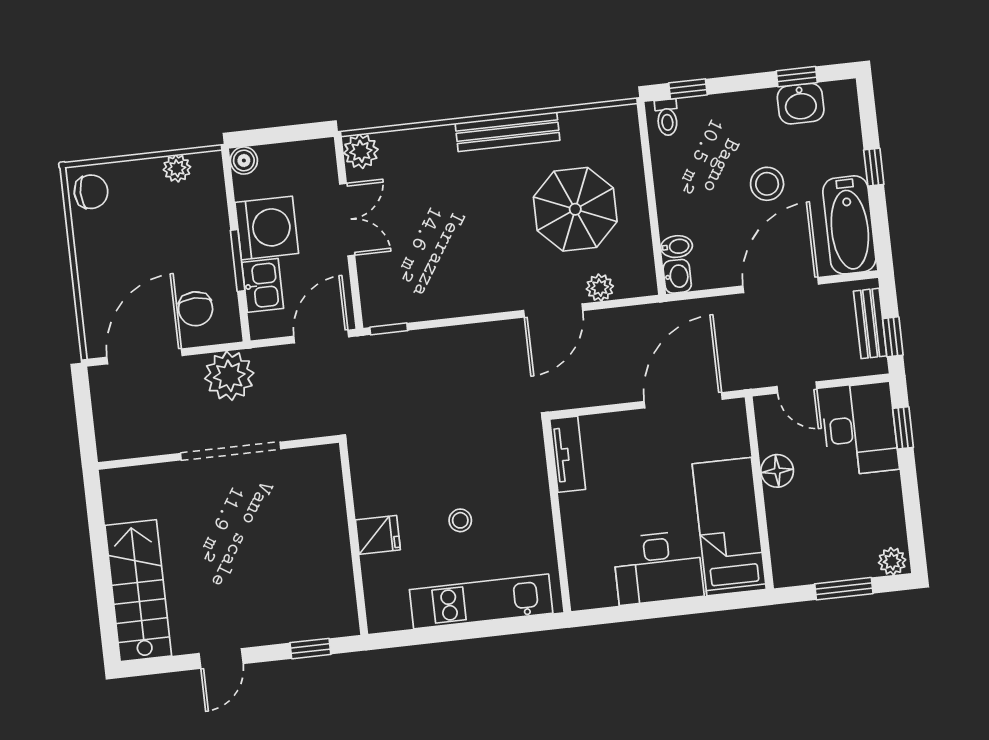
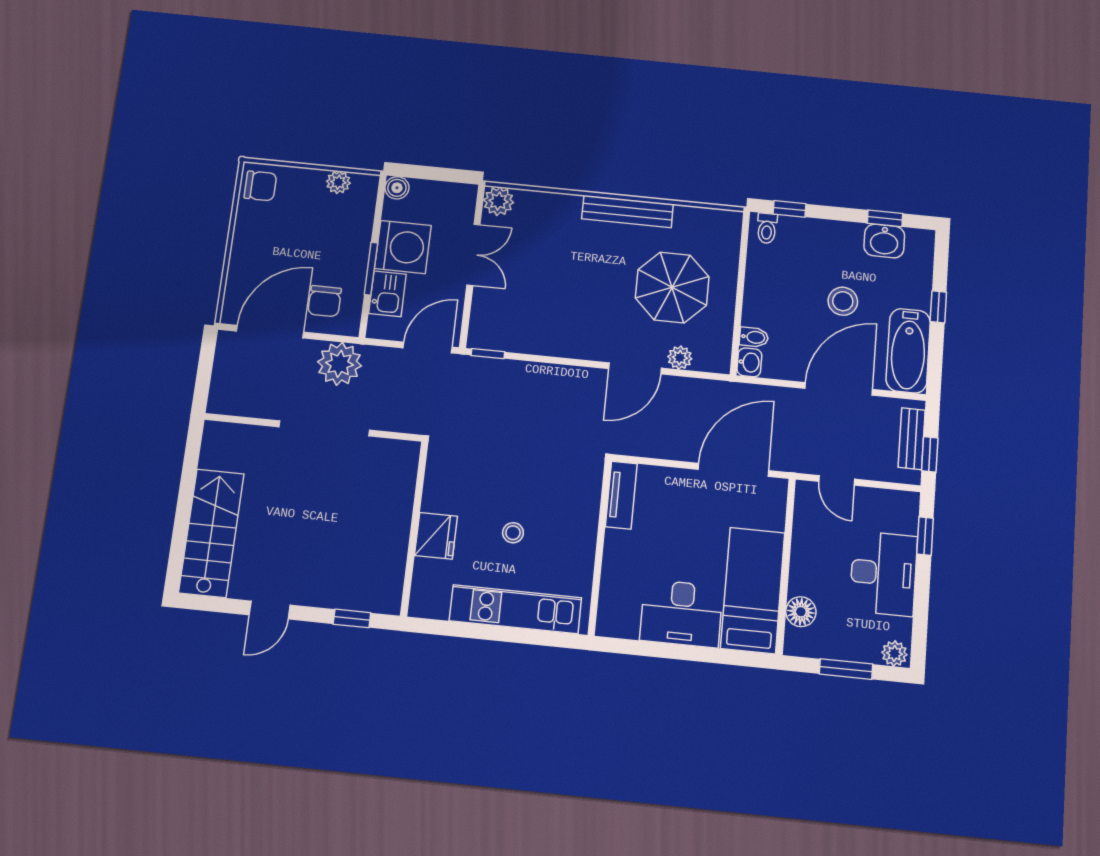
desk: (860, 429) -> (884, 573), moved
floor lamp: (777, 471) -> (801, 612), moved
fridge: (378, 535) -> (436, 536), width x1.38

